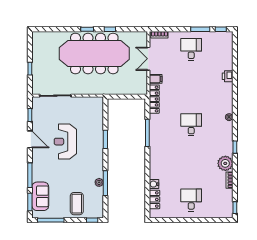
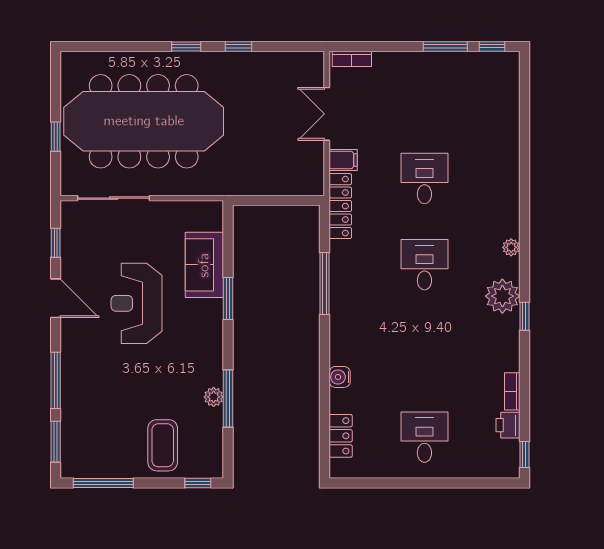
desk: (191, 49) -> (424, 179), moved
meeting table: (94, 54) -> (144, 121), moved
printer: (228, 76) -> (508, 425), moved
plant: (225, 163) -> (502, 296), moved
water cooler: (154, 184) -> (340, 377), moved
sofa: (40, 196) -> (204, 265), moved, turned 180

